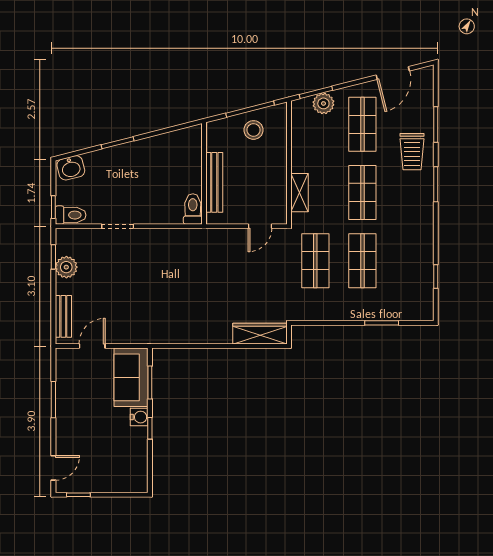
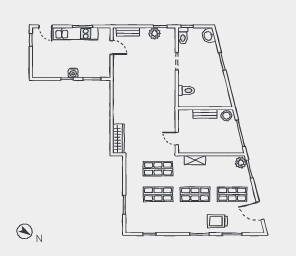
plant: (323, 103) -> (241, 163), moved
stool: (253, 130) -> (226, 116), moved
bench: (214, 182) -> (205, 114), width x0.73
toilet: (193, 209) -> (186, 91), moved
sofa: (131, 377) -> (95, 69), removed
kitchen unit: (67, 413) -> (76, 34), added

